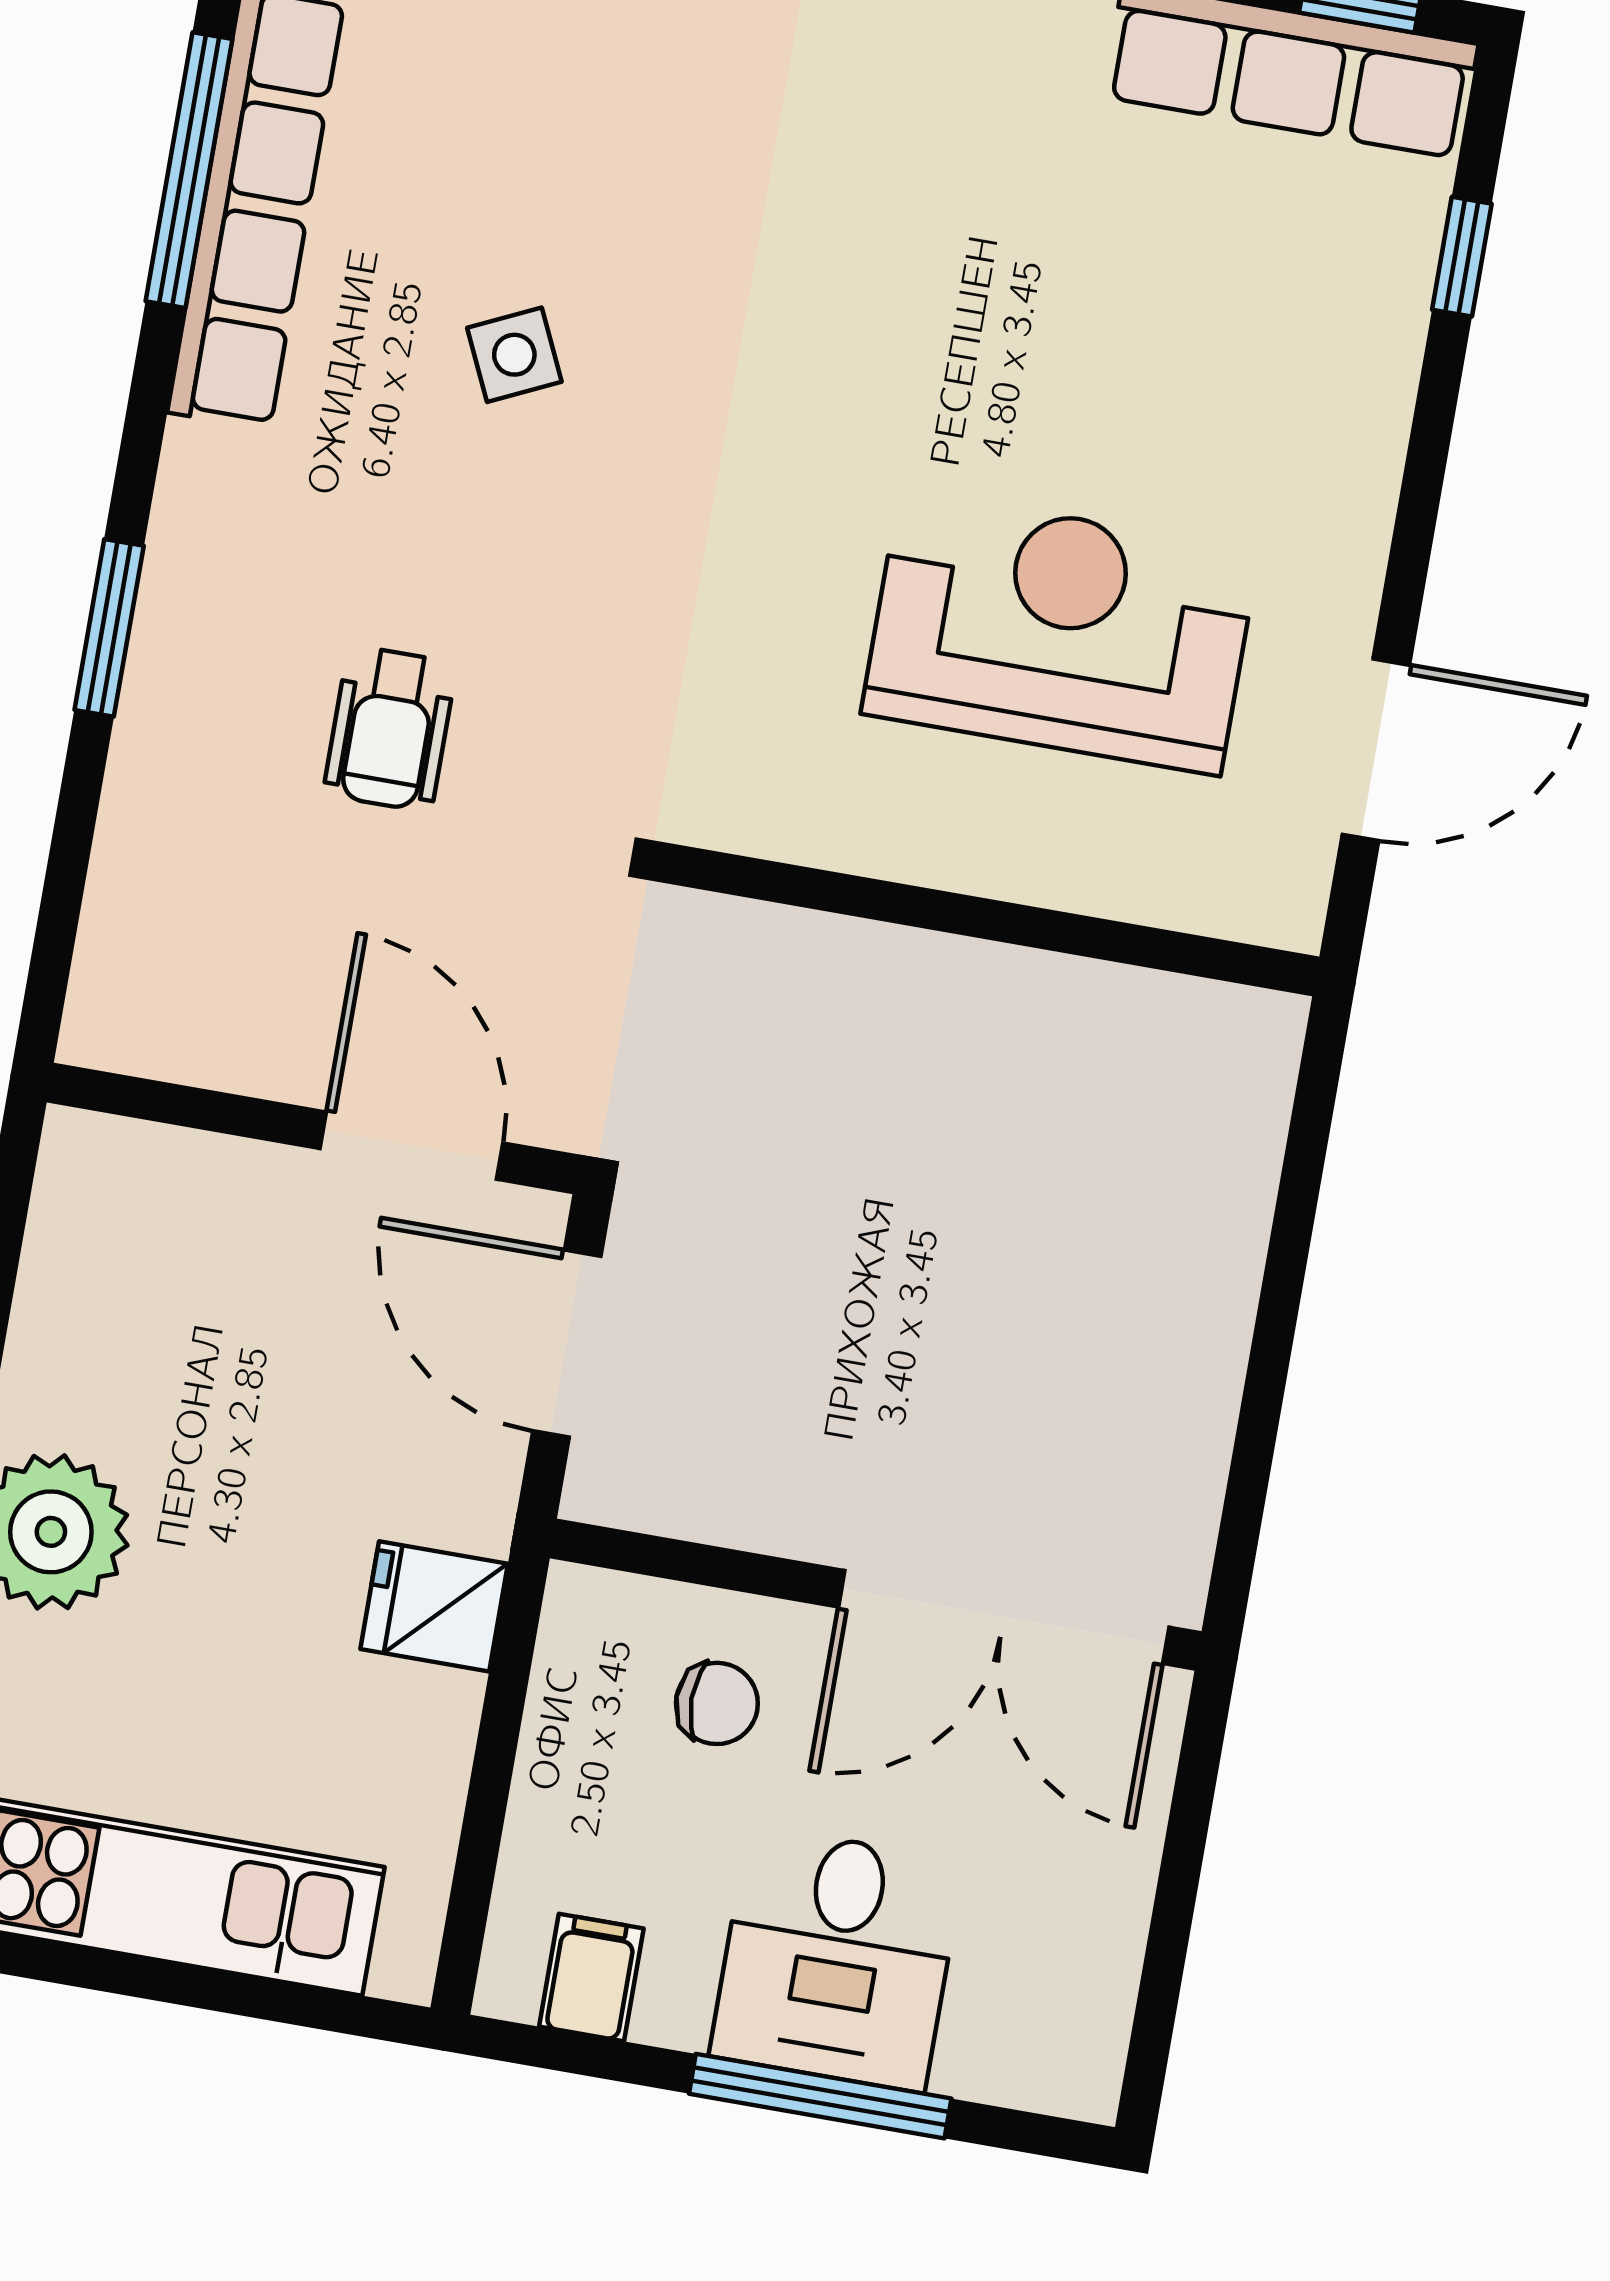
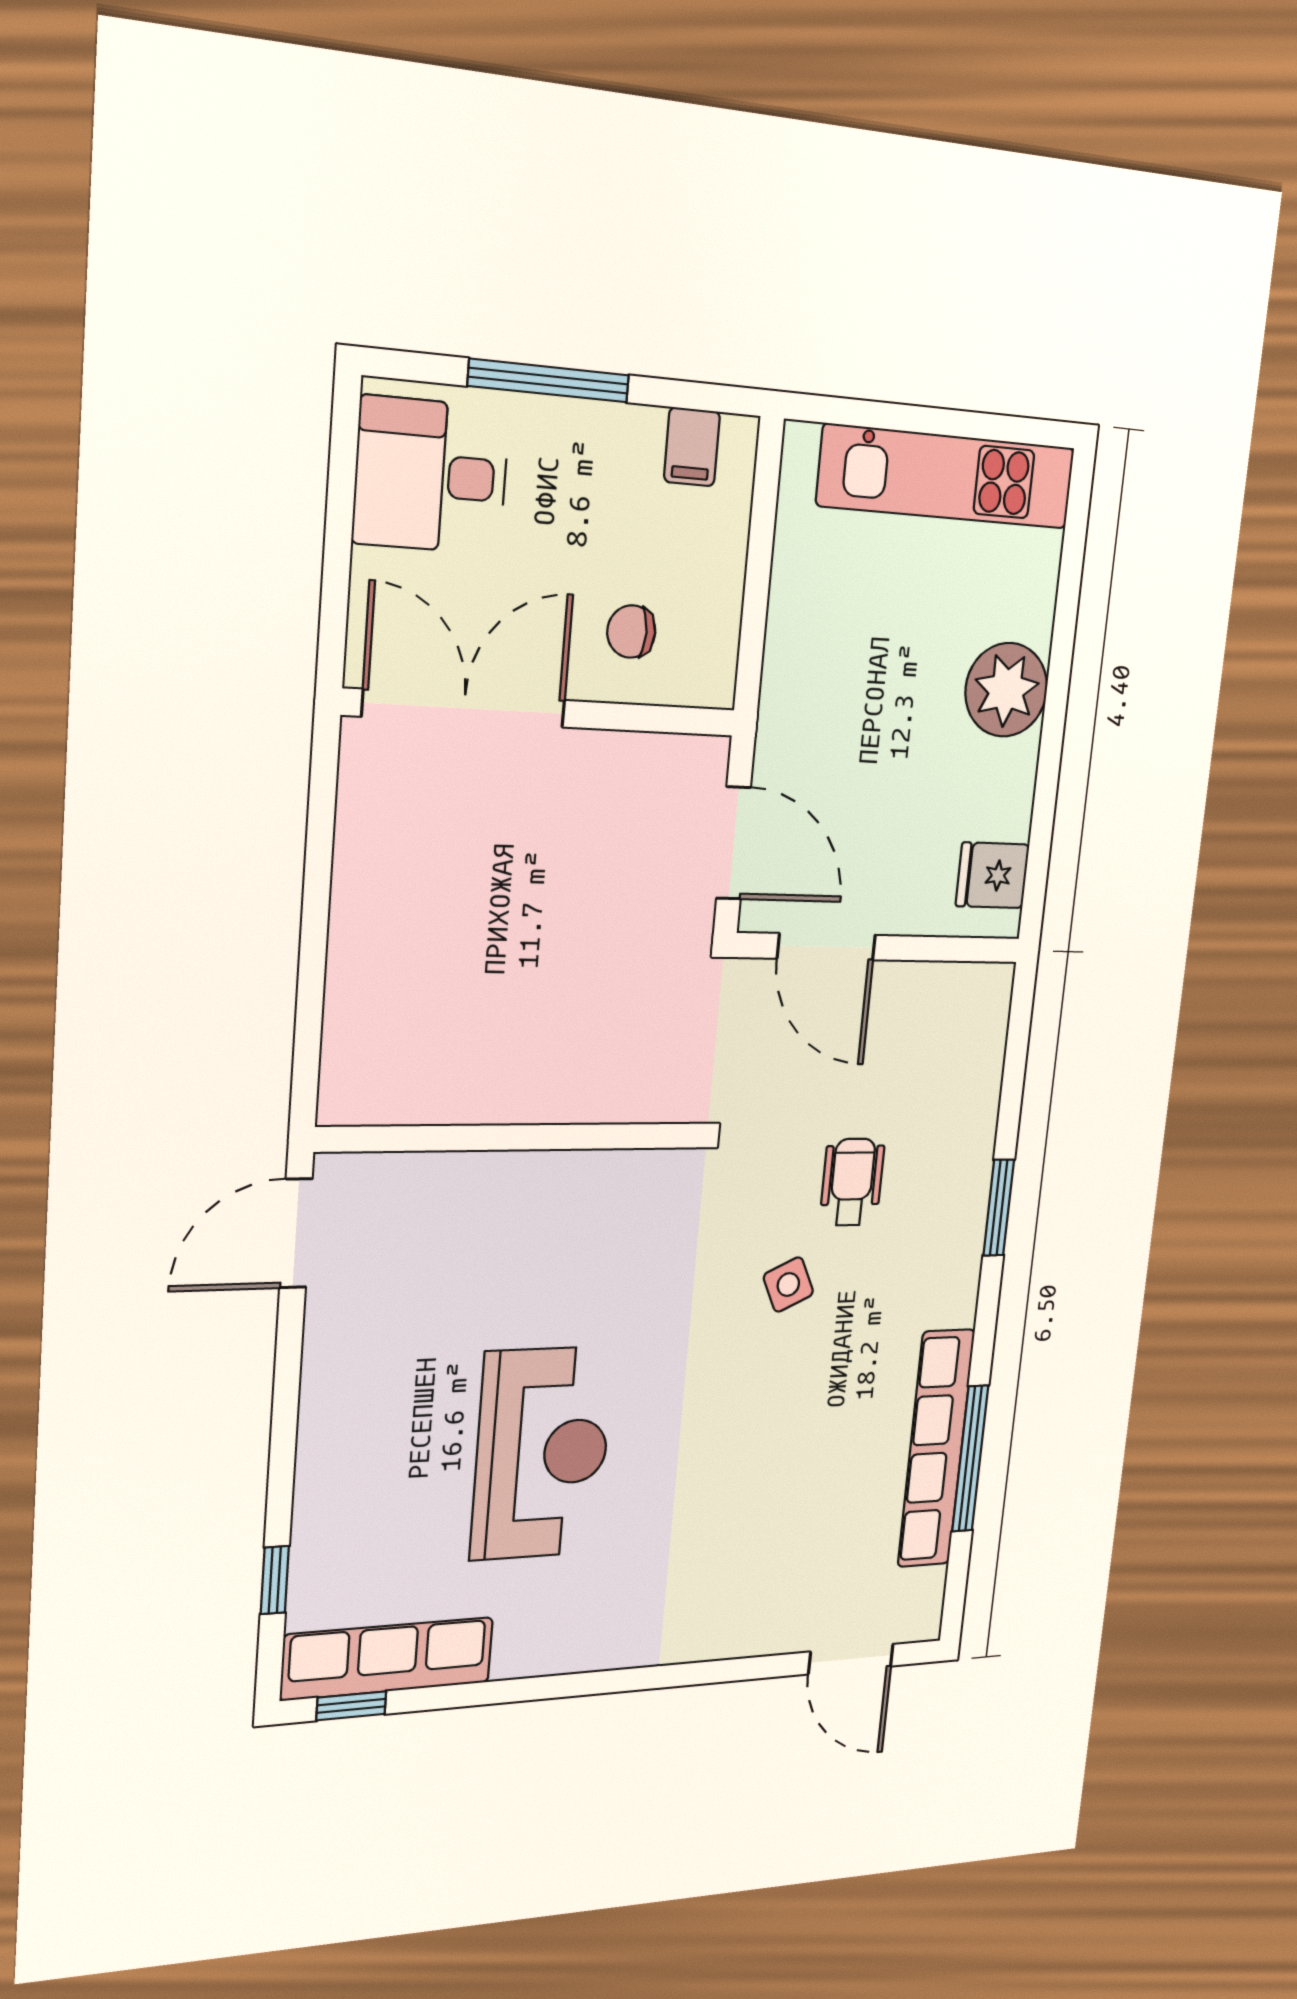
side table: (514, 355) -> (788, 1284), moved
reception desk: (1060, 632) -> (542, 1453), moved, turned -90
door: (1376, 750) -> (296, 1233), moved
fridge: (434, 1606) -> (993, 875), moved, turned 180
desk: (837, 1959) -> (431, 475), moved, turned -90

